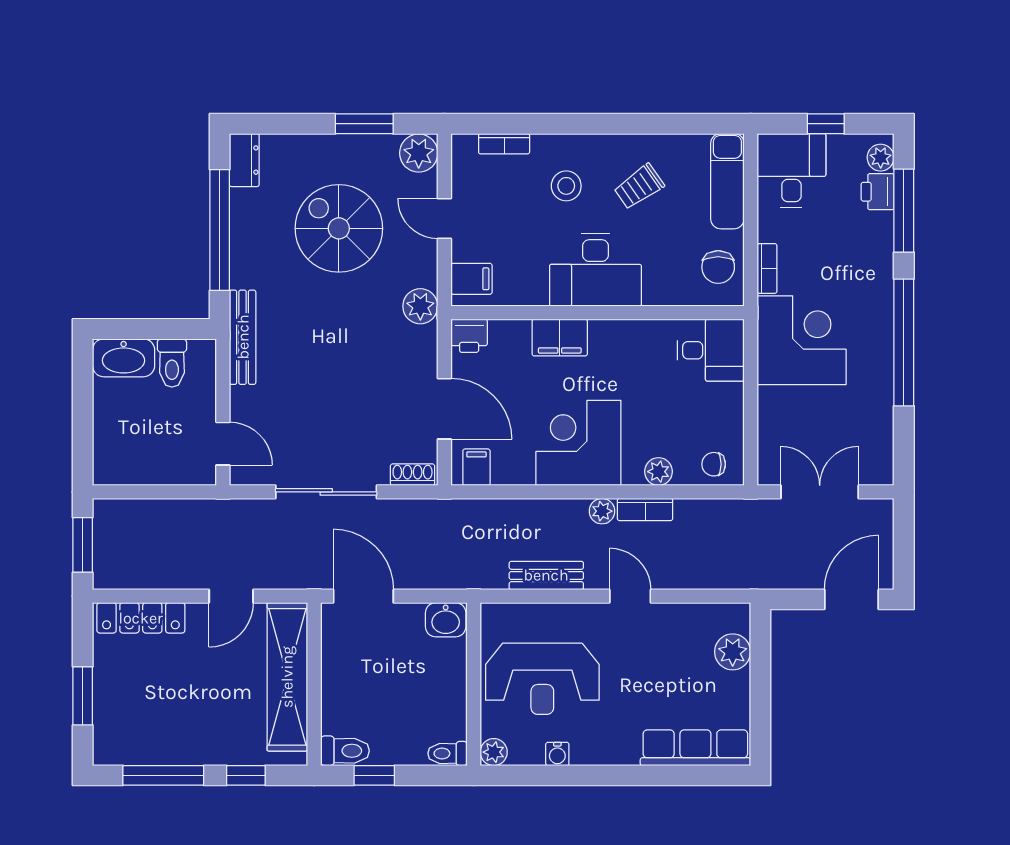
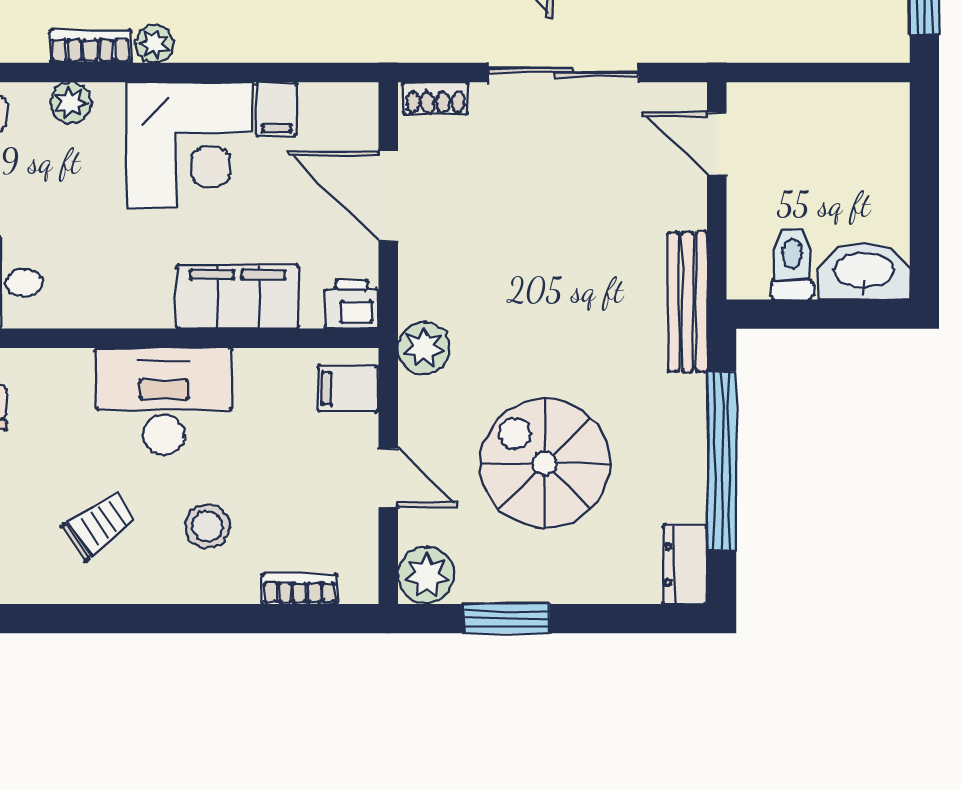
spiral stairs: (339, 228) -> (545, 463), turned 180
filing cabinet: (560, 338) -> (237, 297), width x1.50, depth x1.17
filing cabinet: (476, 467) -> (277, 109), moved

